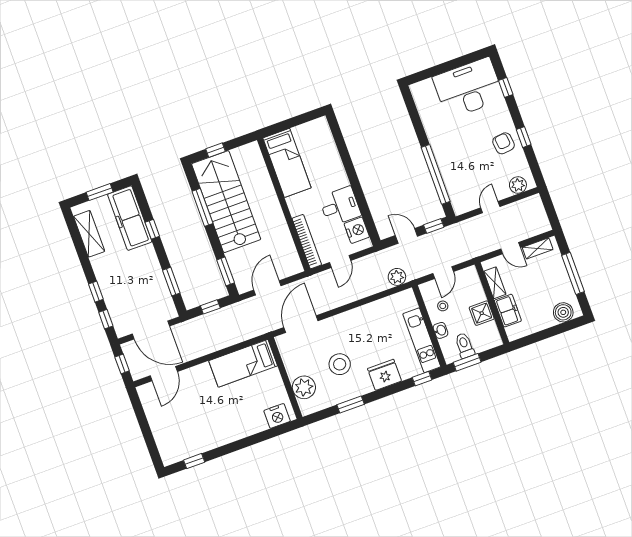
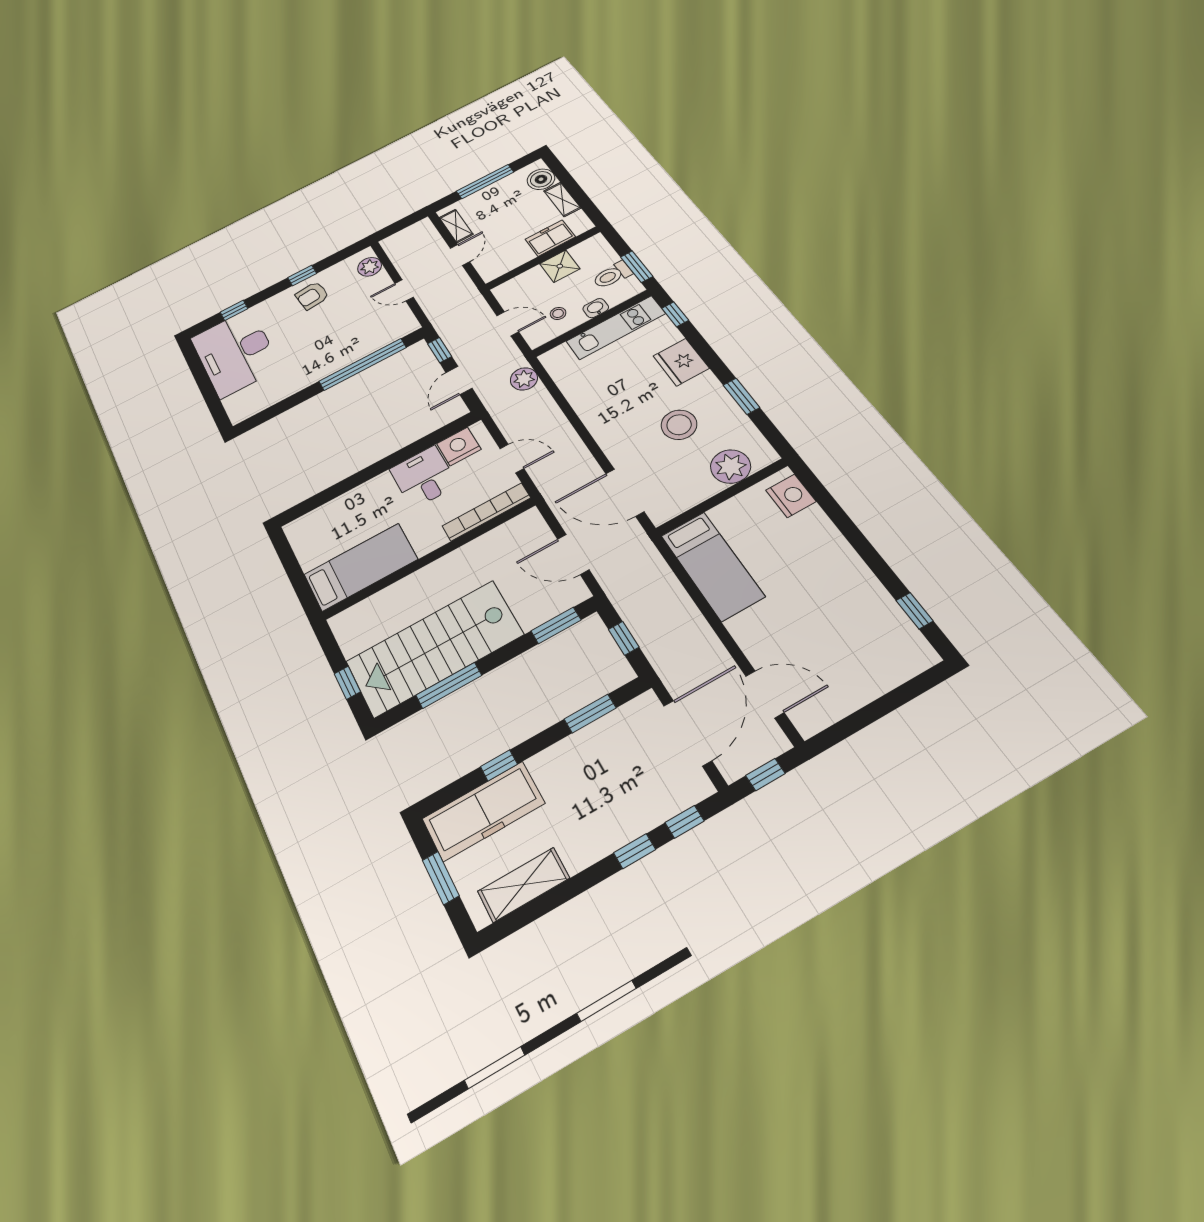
shelving: (495, 283) -> (562, 199), moved, turned 90

